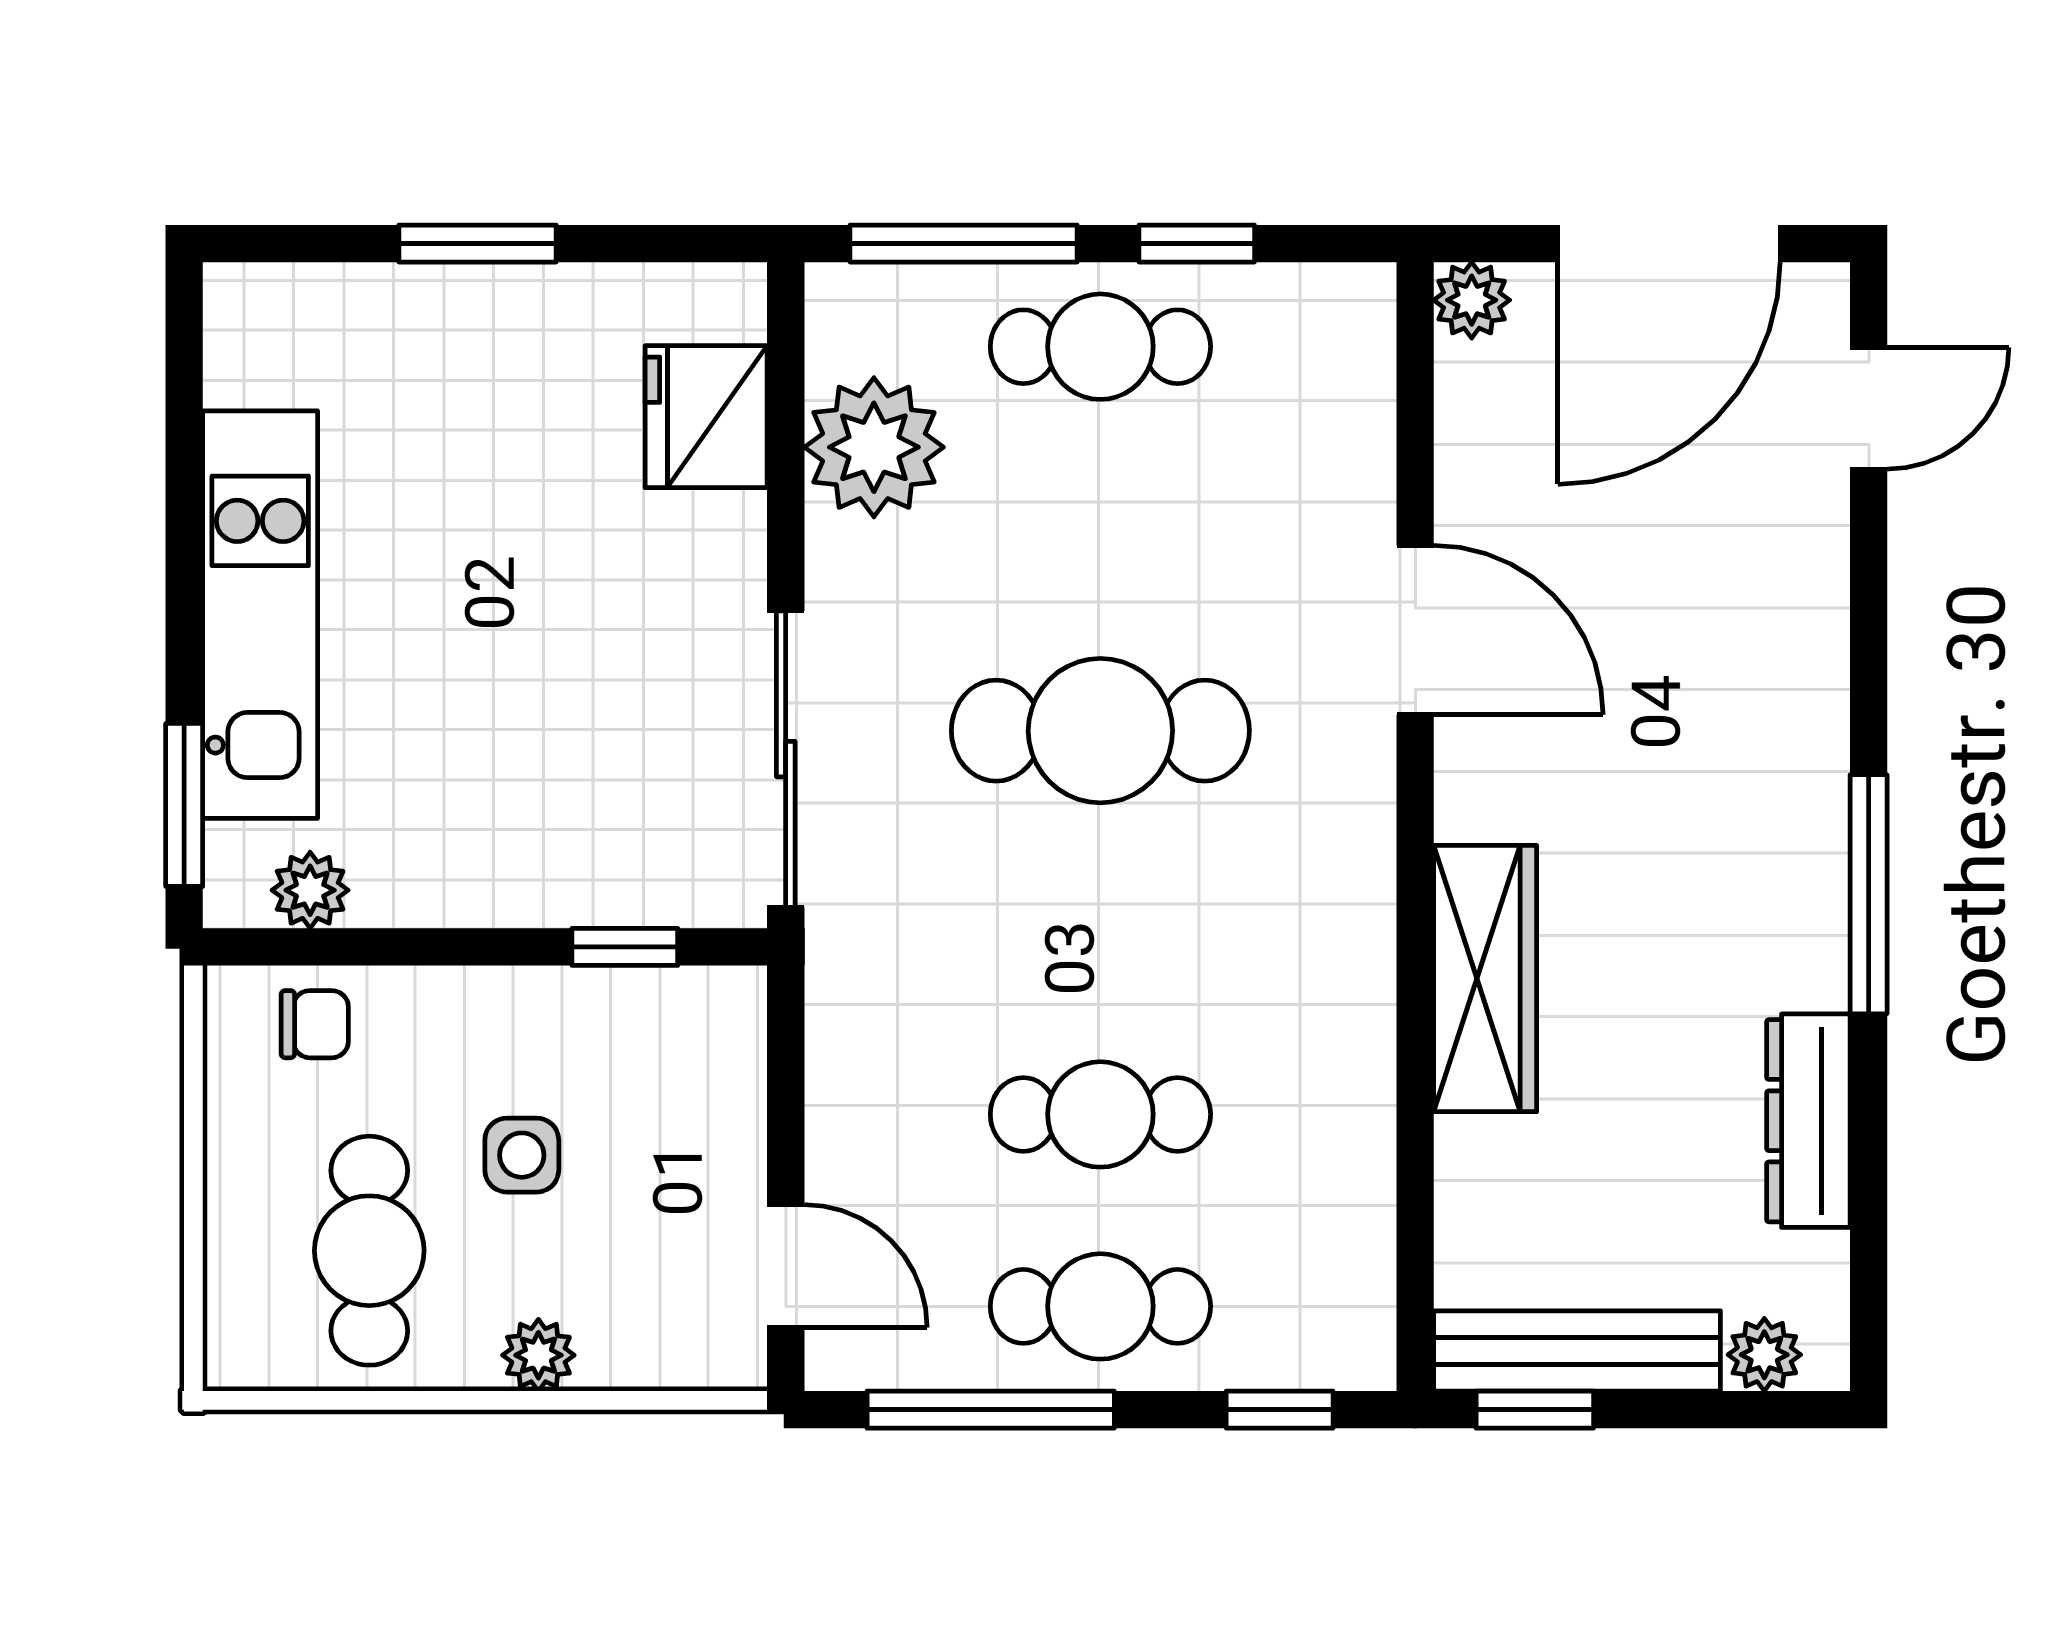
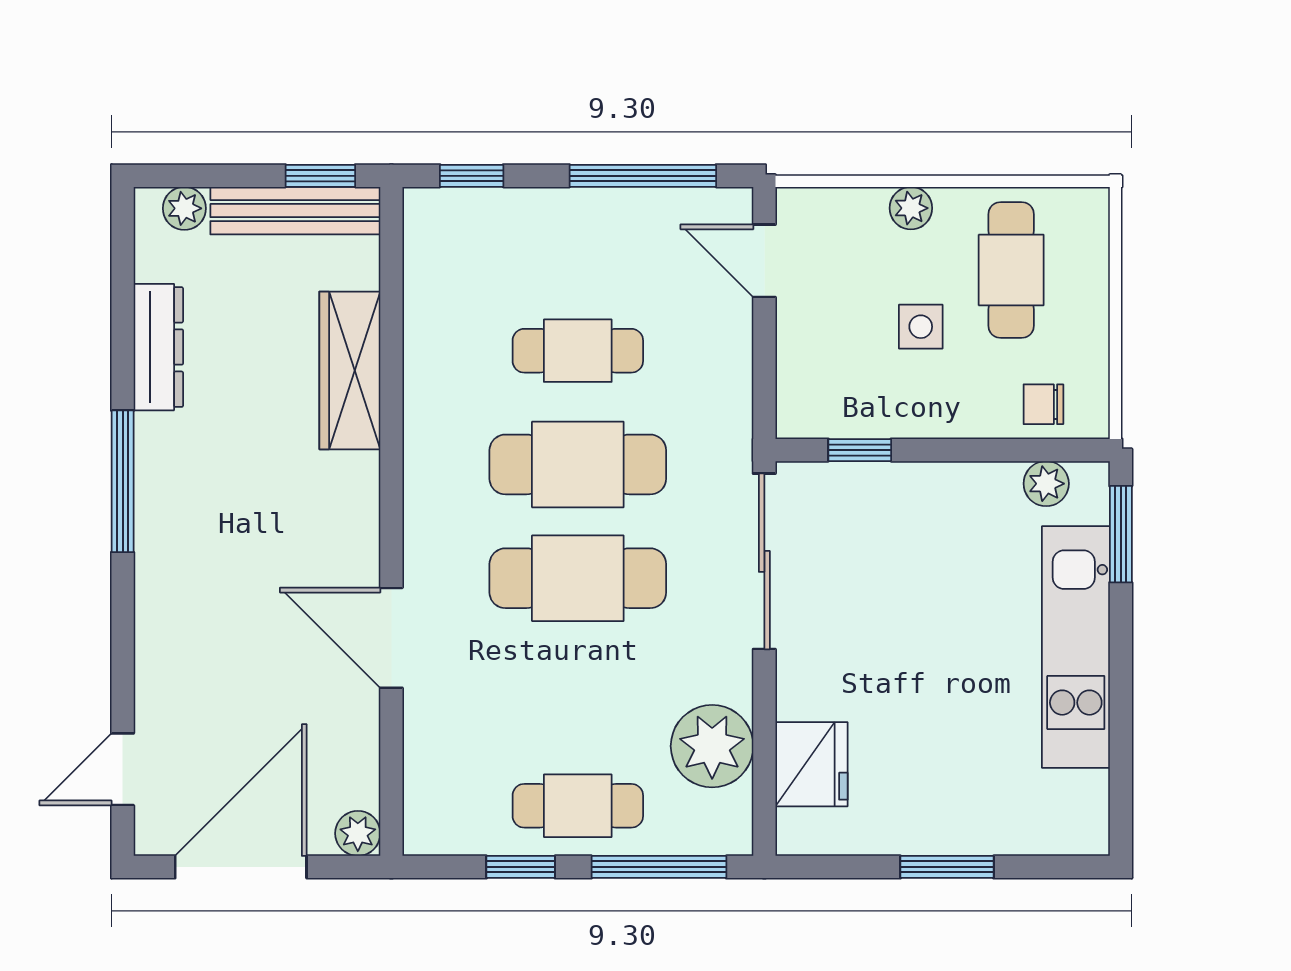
wardrobe: (1485, 979) -> (350, 370), moved
cafe table: (1100, 1306) -> (578, 464), moved, width x1.37, depth x1.35

